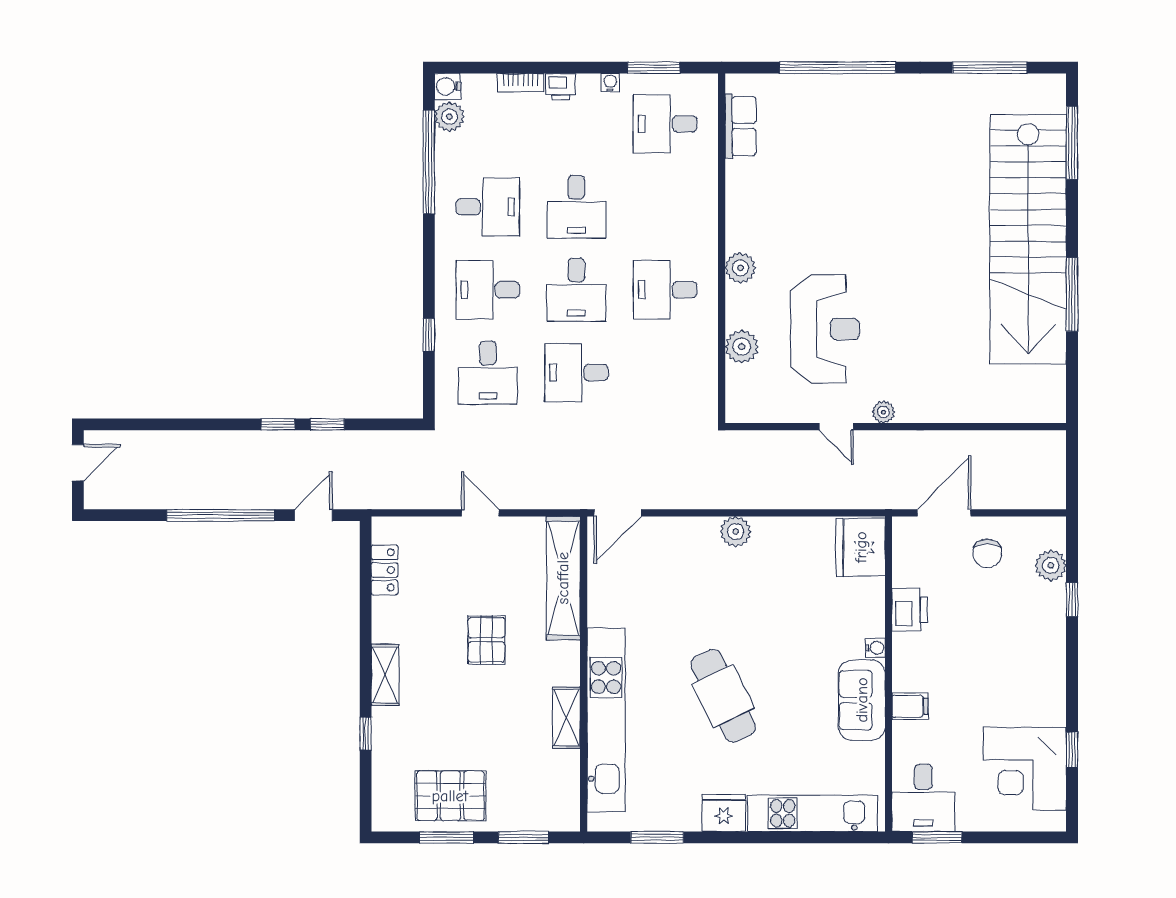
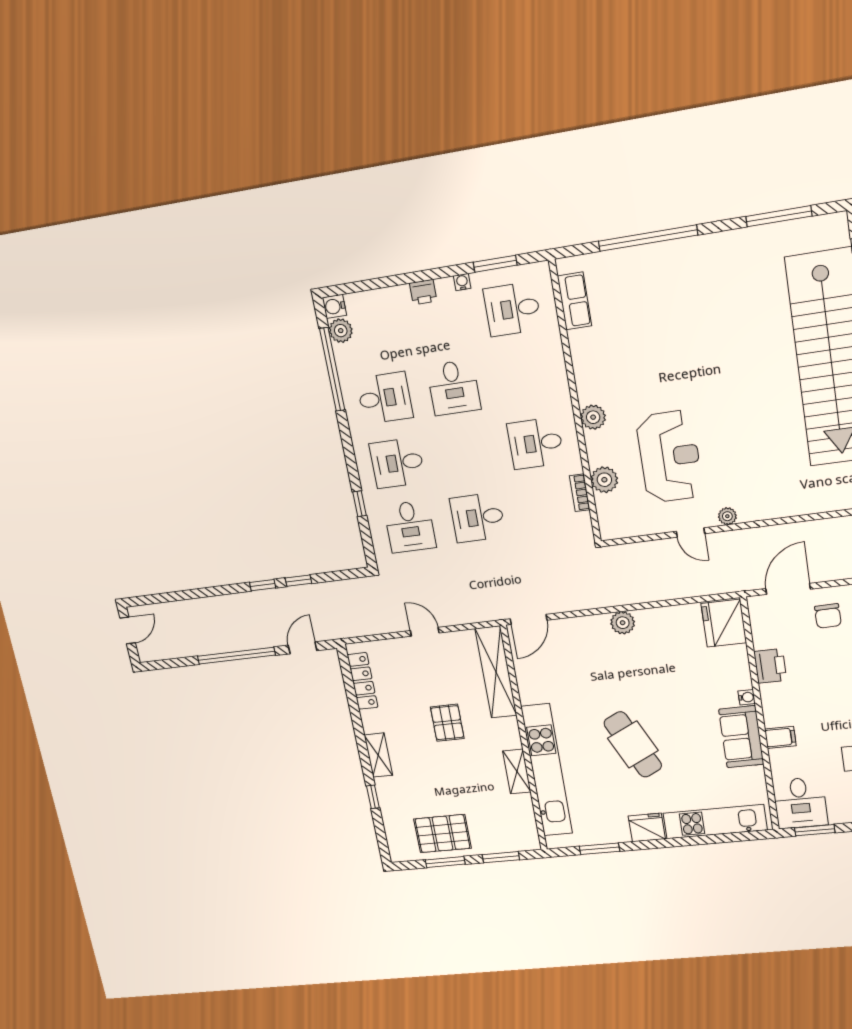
bookcase: (520, 83) -> (580, 493), moved, turned 90
desk: (576, 290) -> (466, 453), removed
locker: (385, 570) -> (363, 681), width x1.53

